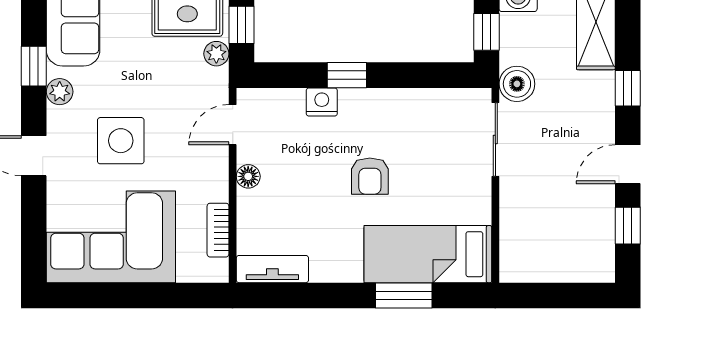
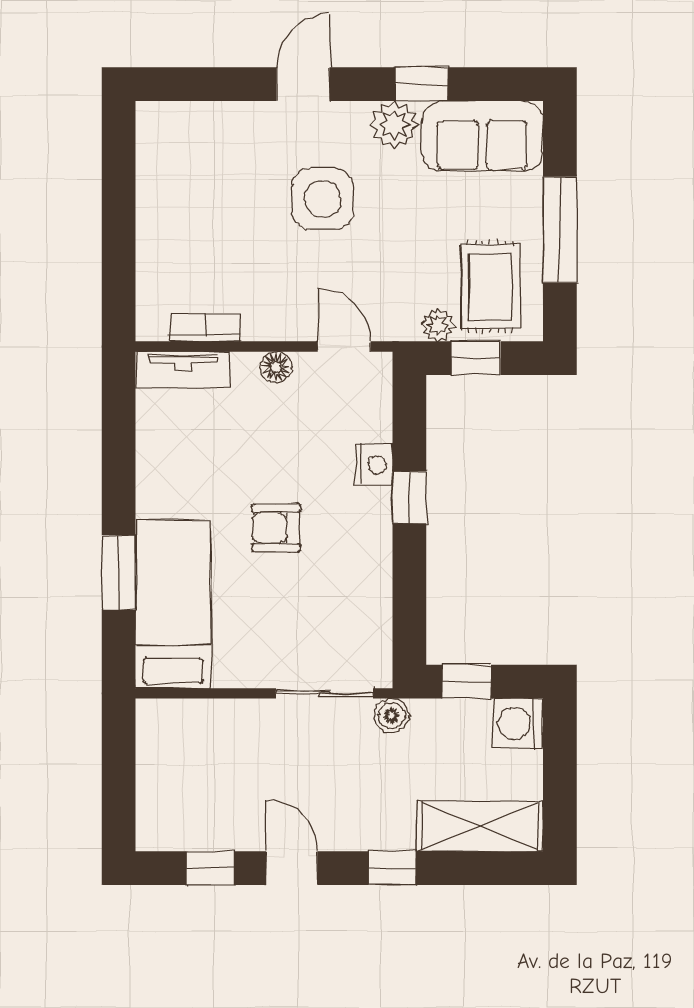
boiler: (517, 84) -> (392, 716), width x0.73, depth x0.73
plant: (60, 92) -> (394, 125), width x1.38, depth x1.38
corner sofa: (111, 237) -> (196, 186), removed
tv unit: (272, 269) -> (183, 370), moved, turned 90

